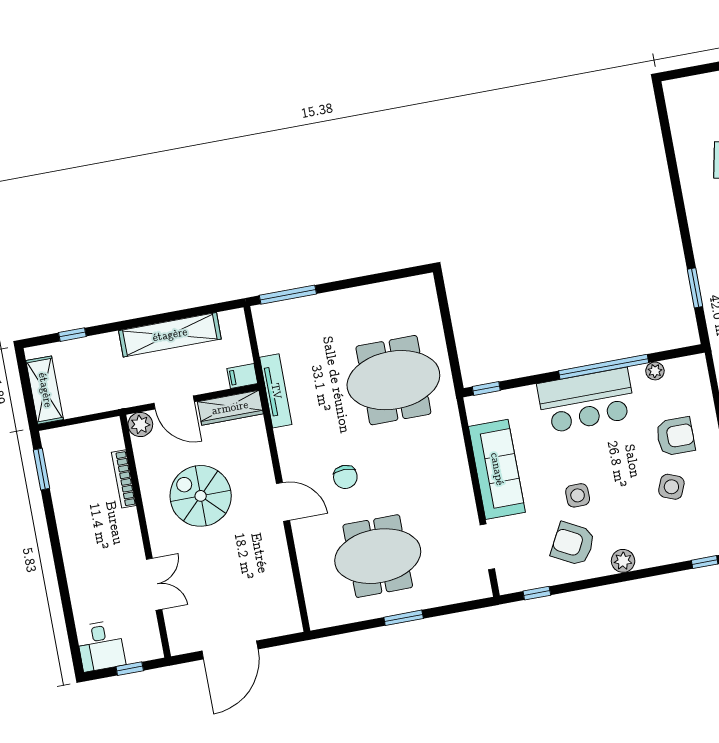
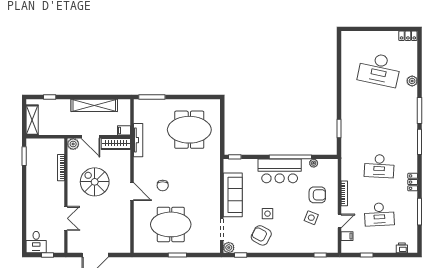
meeting table: (393, 380) -> (189, 130), moved
plant: (623, 561) -> (229, 248), moved

